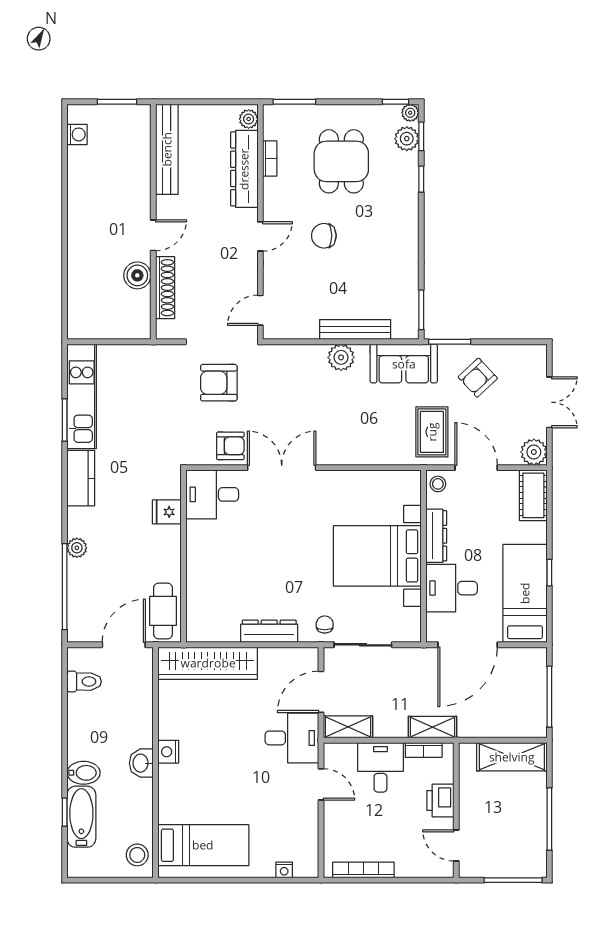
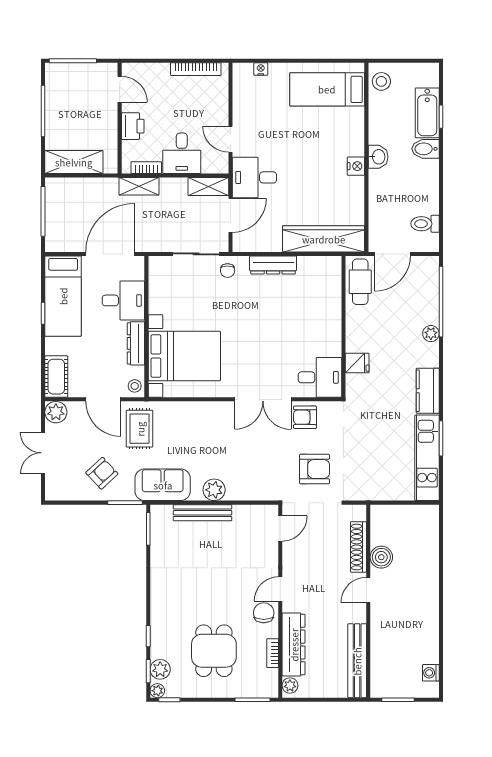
chair: (324, 236) -> (264, 613), moved, turned -90
bed with nightstands: (377, 556) -> (184, 356), moved

